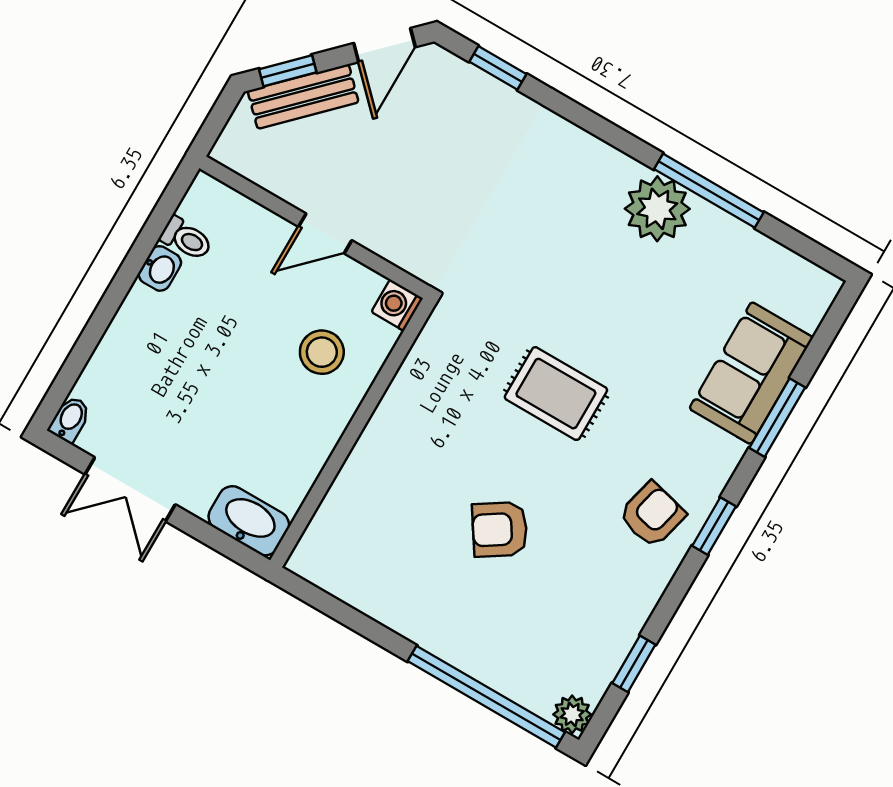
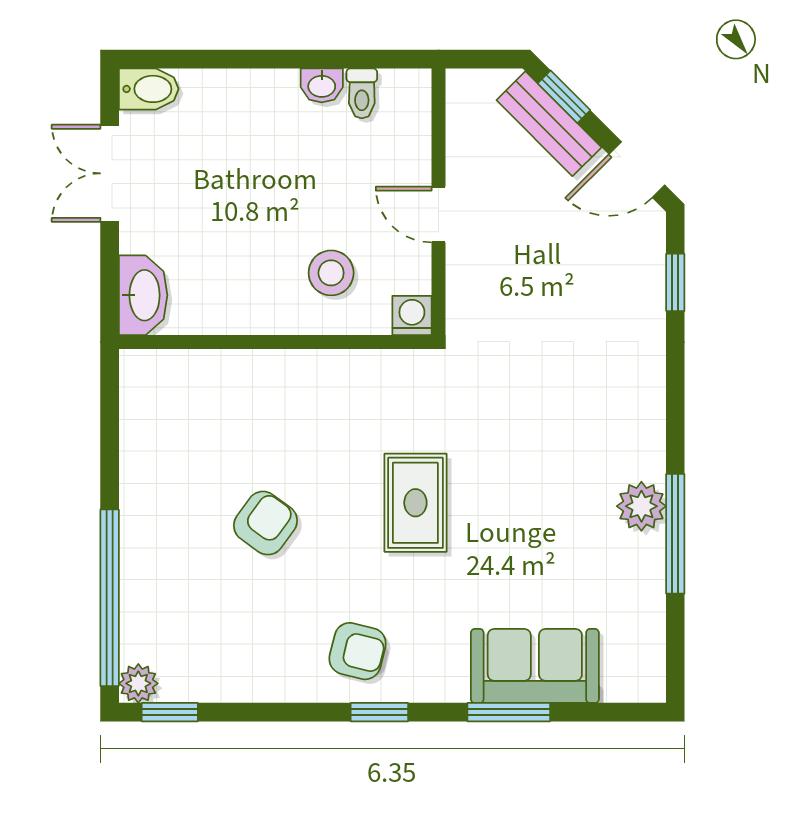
plant: (657, 209) -> (641, 506), width x0.73, depth x0.73
bidet: (70, 419) -> (149, 89), width x1.38, depth x1.36
armchair: (500, 529) -> (265, 523), turned 69
window: (634, 664) -> (170, 712), moved

